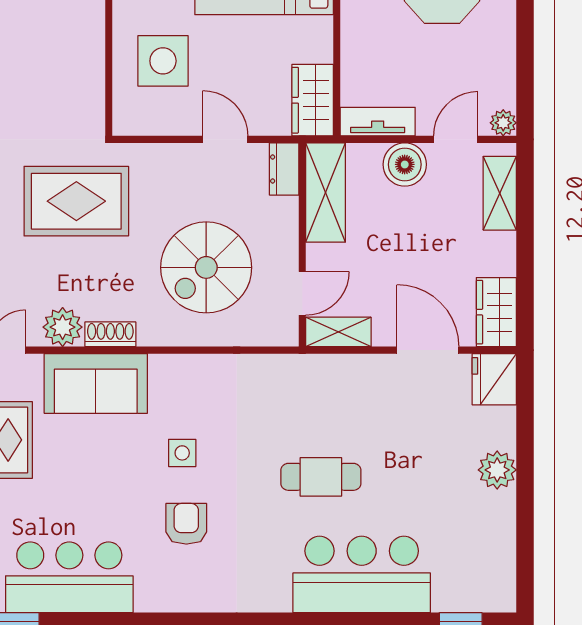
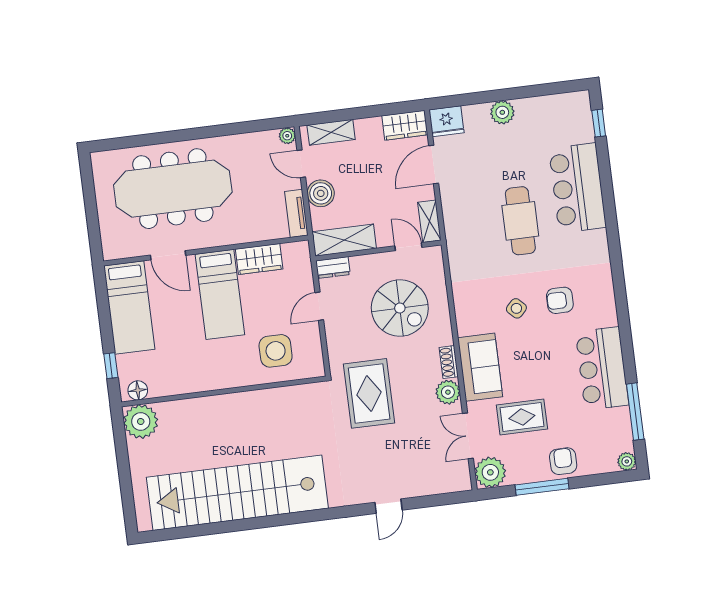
wardrobe: (313, 100) -> (259, 259), moved
side table: (182, 453) -> (516, 308), turned 45
cafe table: (321, 477) -> (520, 221), width x1.37, depth x1.35

